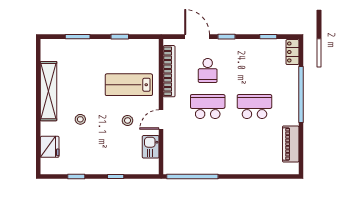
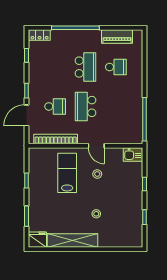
lab bench: (129, 85) -> (67, 173), turned 180
school desk: (254, 107) -> (85, 67), turned 180
school desk: (254, 143) -> (116, 67), added
fridge: (50, 147) -> (37, 240), moved
kitchen sink: (151, 147) -> (133, 154), moved

